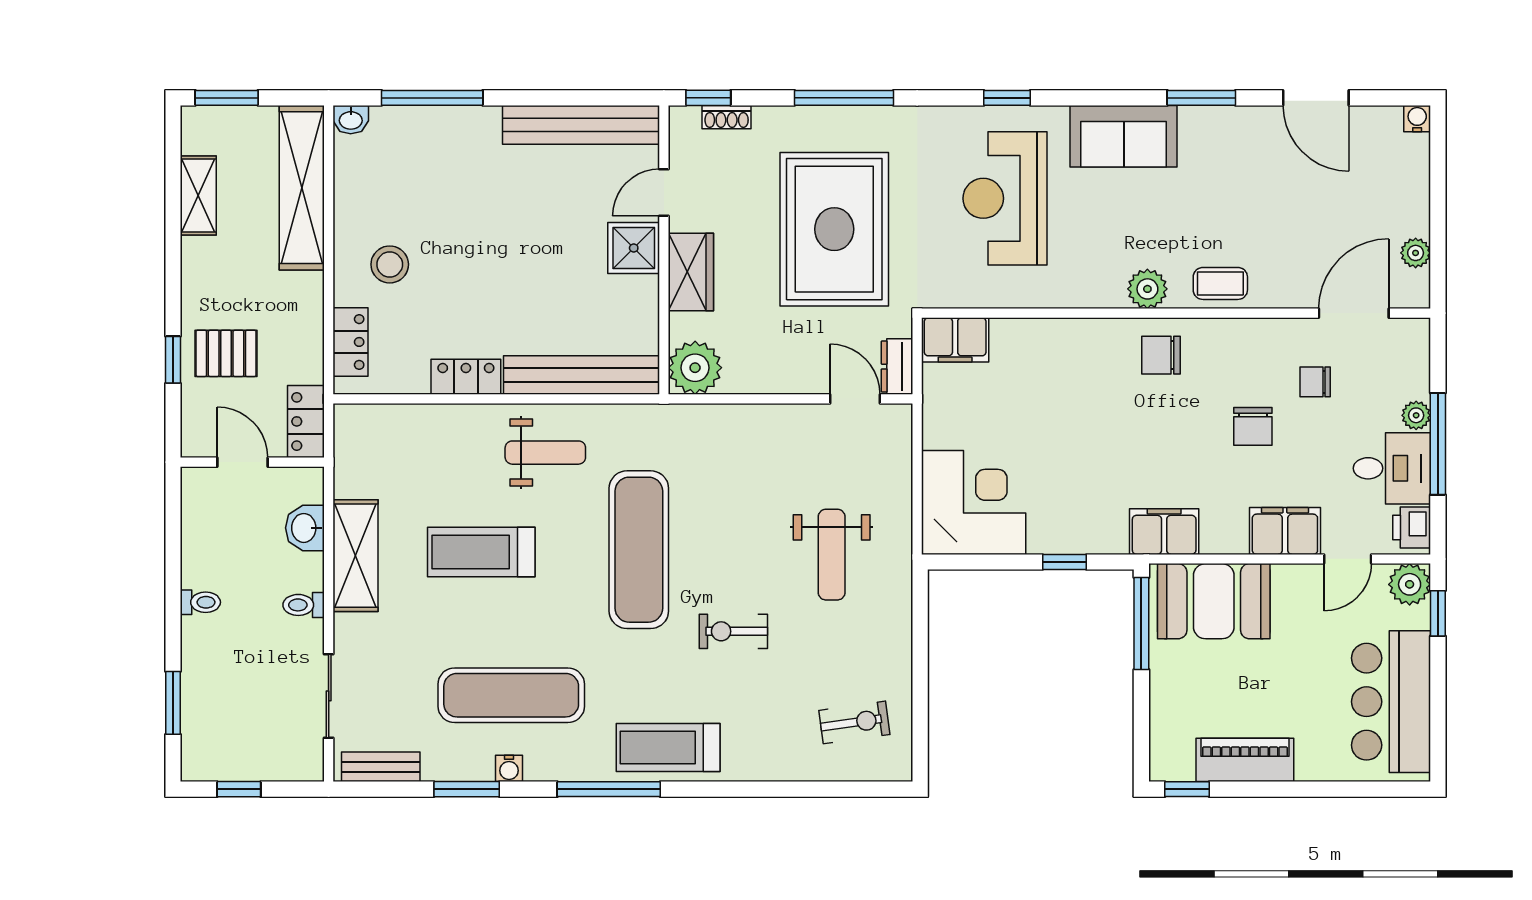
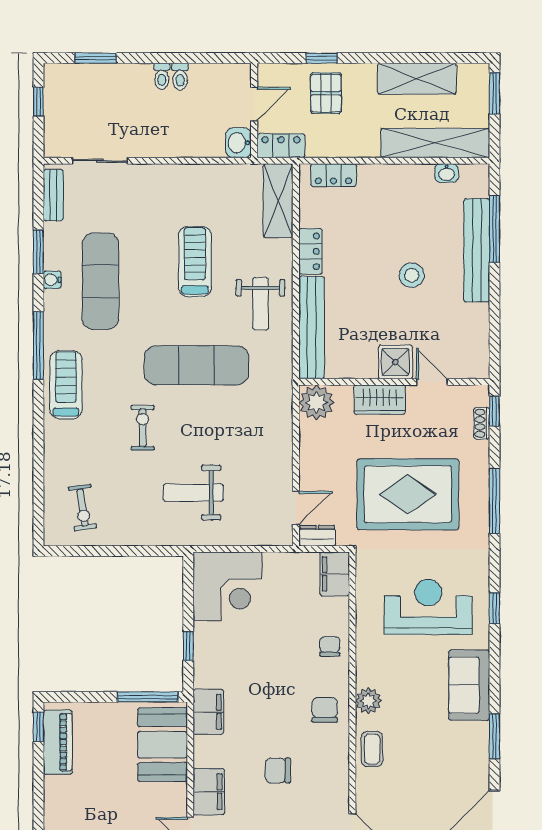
washbasin: (351, 120) -> (447, 173), moved, turned -90
bench: (581, 125) -> (477, 250), moved
shelving: (198, 196) -> (417, 79), width x1.50, depth x1.33
stool: (390, 264) -> (412, 275), moved
chair: (1315, 382) -> (330, 646), moved
washbasin: (305, 528) -> (238, 143), moved, turned -90
shelving: (356, 556) -> (278, 201), moved, turned 90
toilet: (304, 605) -> (180, 77), moved, turned 180
piano: (1245, 760) -> (58, 742), moved

